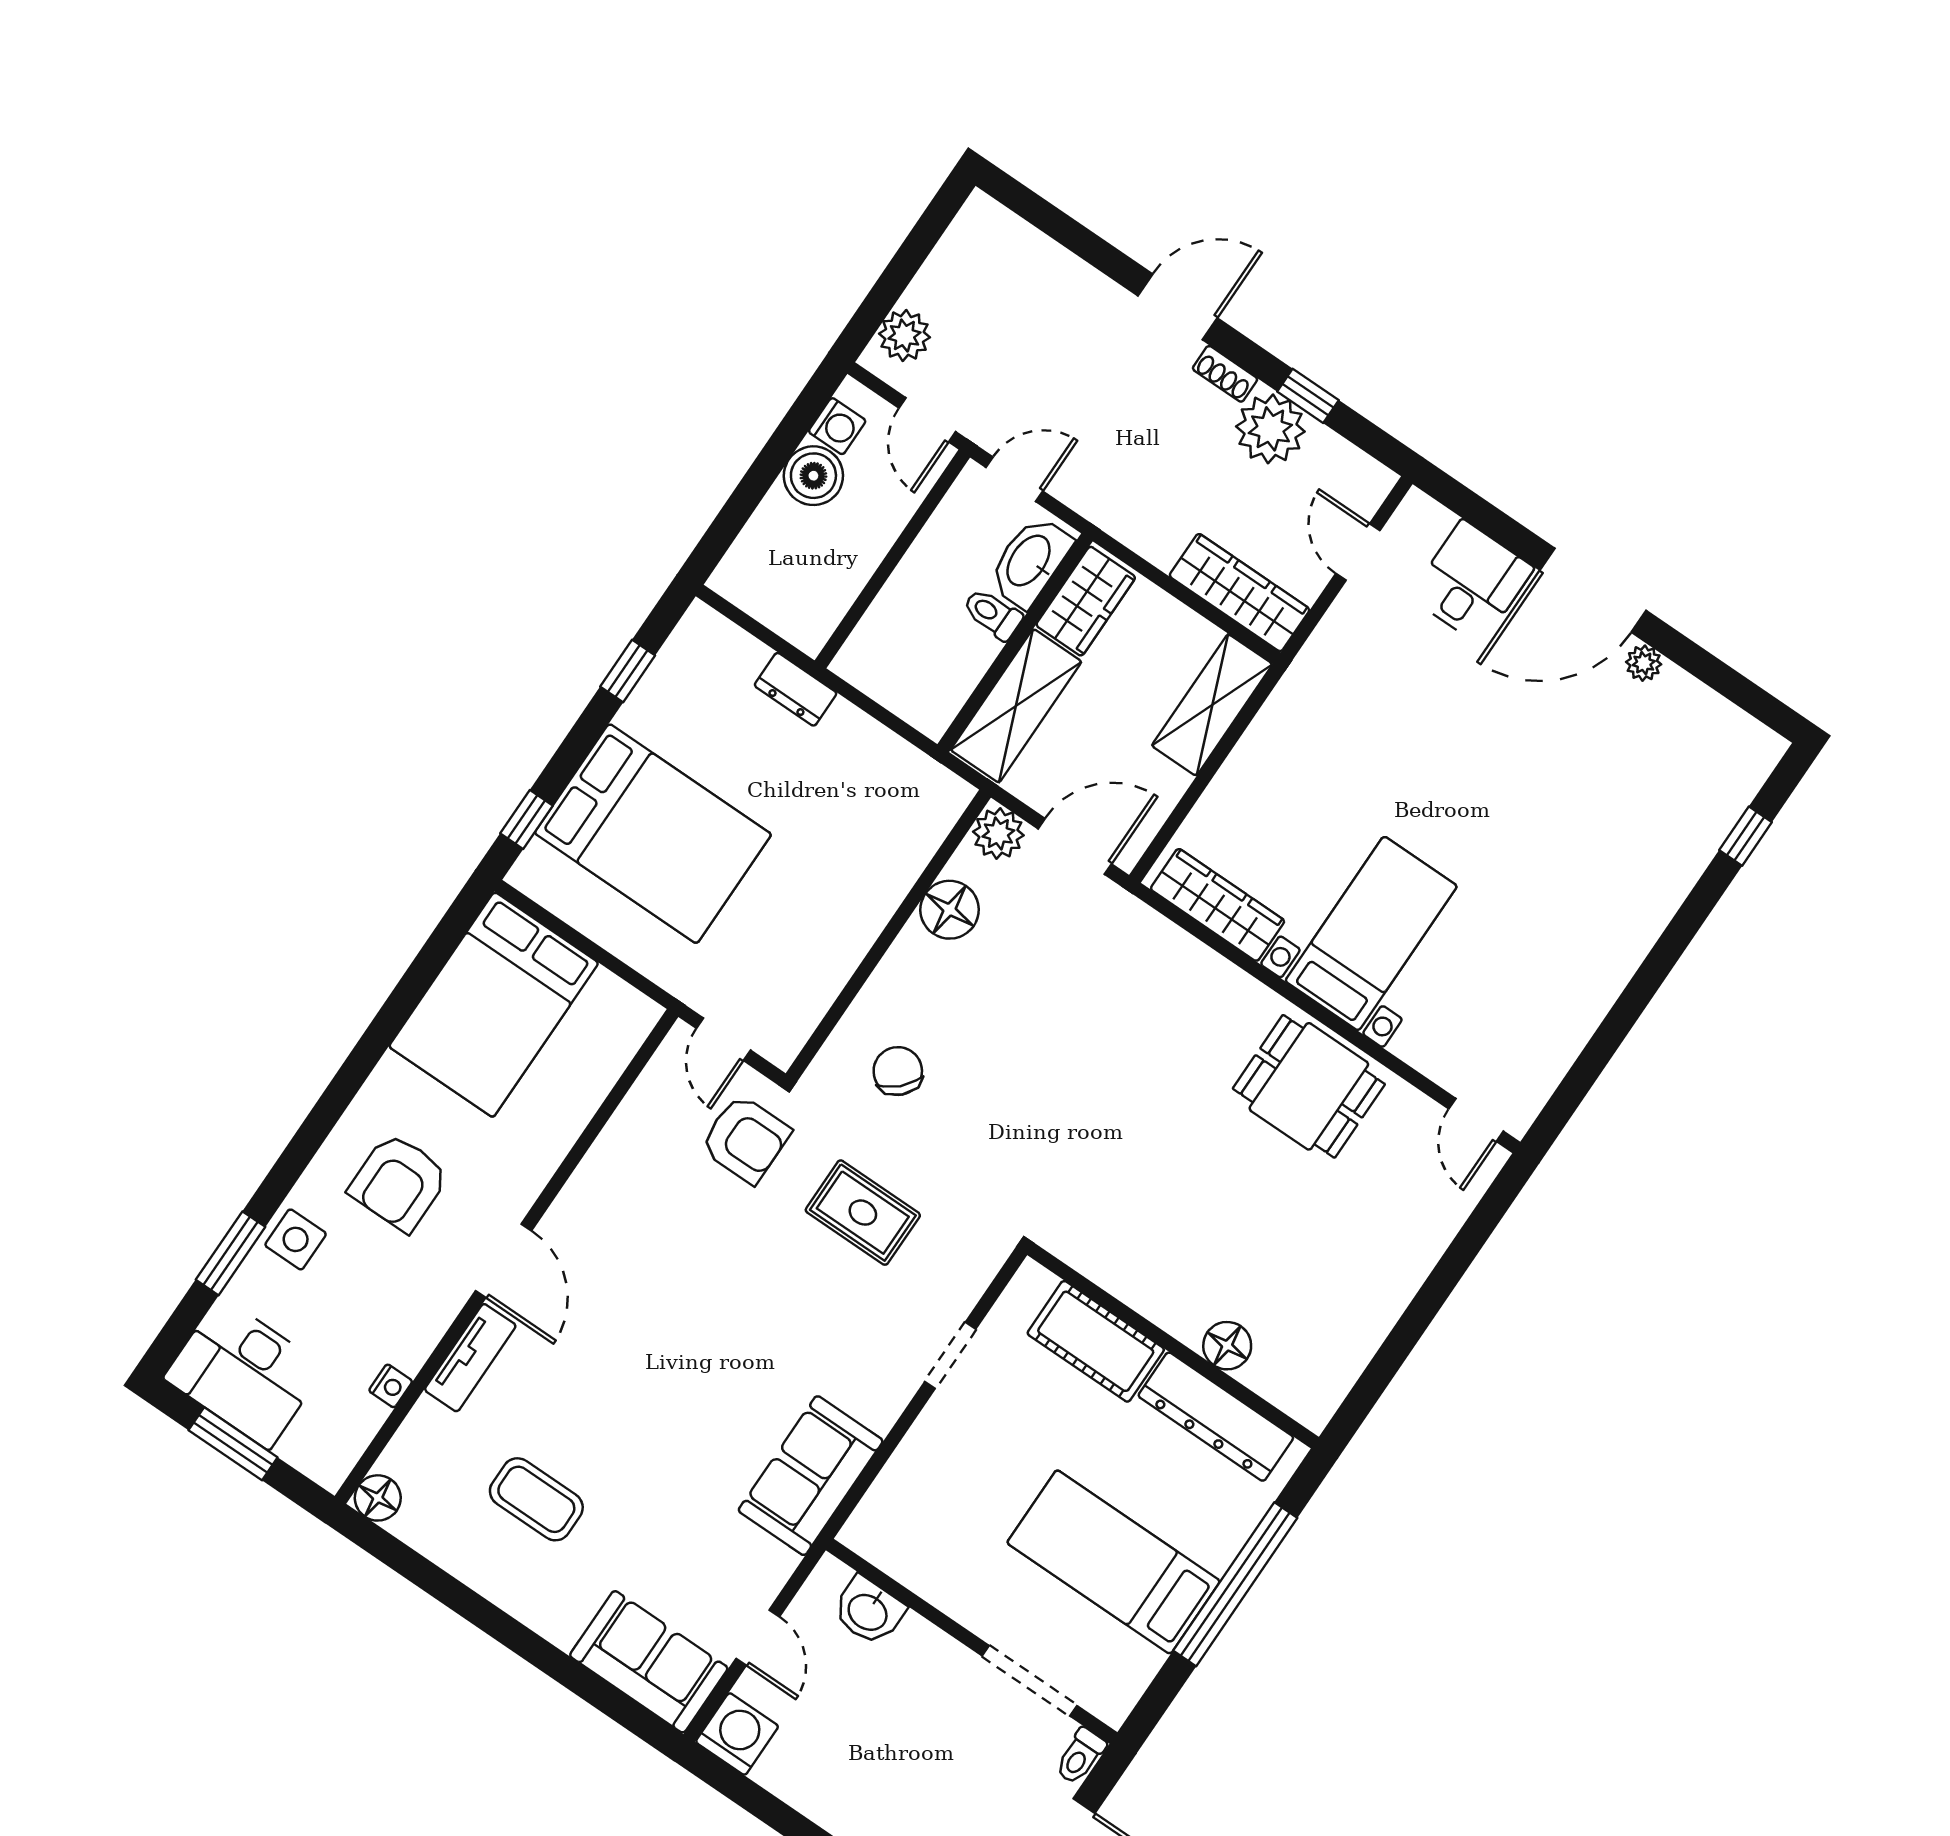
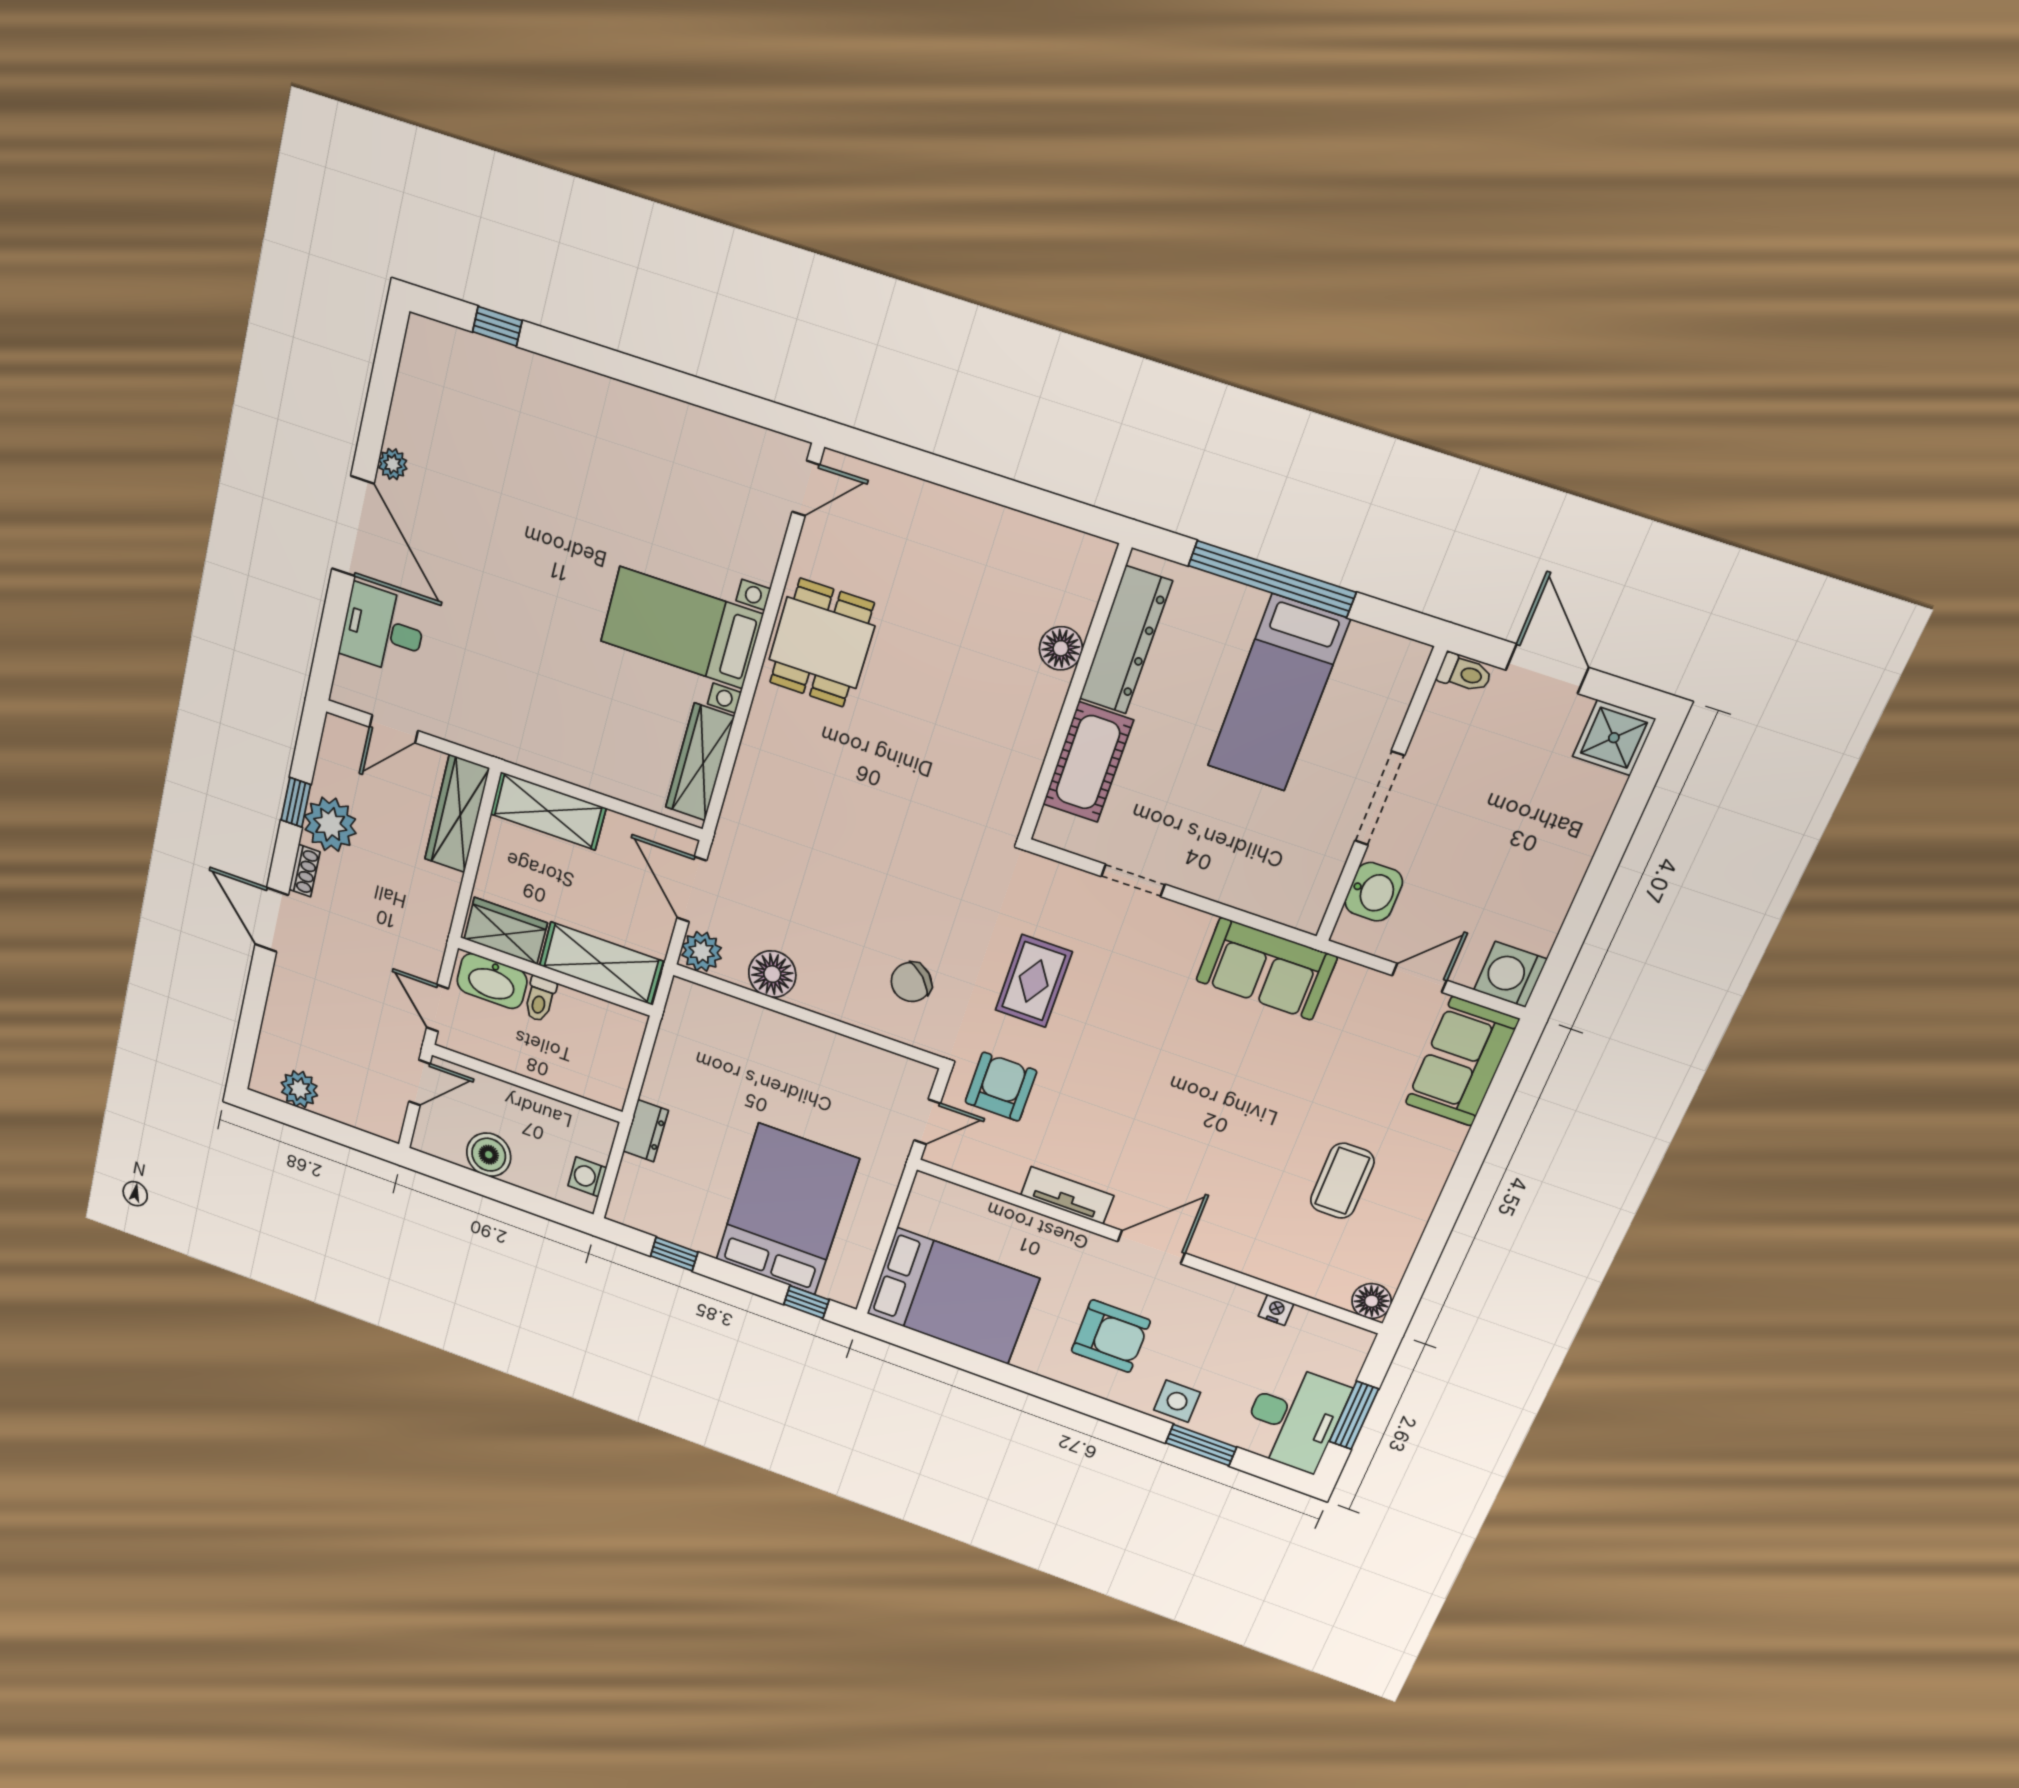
plant: (904, 335) -> (299, 1089), moved
washing machine: (837, 426) -> (587, 1177), moved, turned -90
tv unit: (470, 1358) -> (1067, 1195), moved
doorway: (1030, 1681) -> (1380, 798), moved

